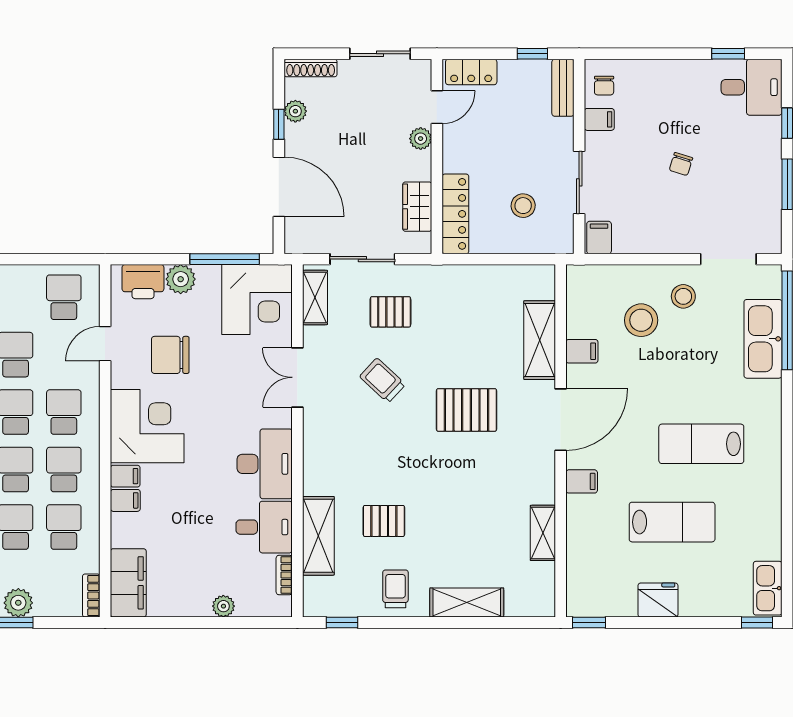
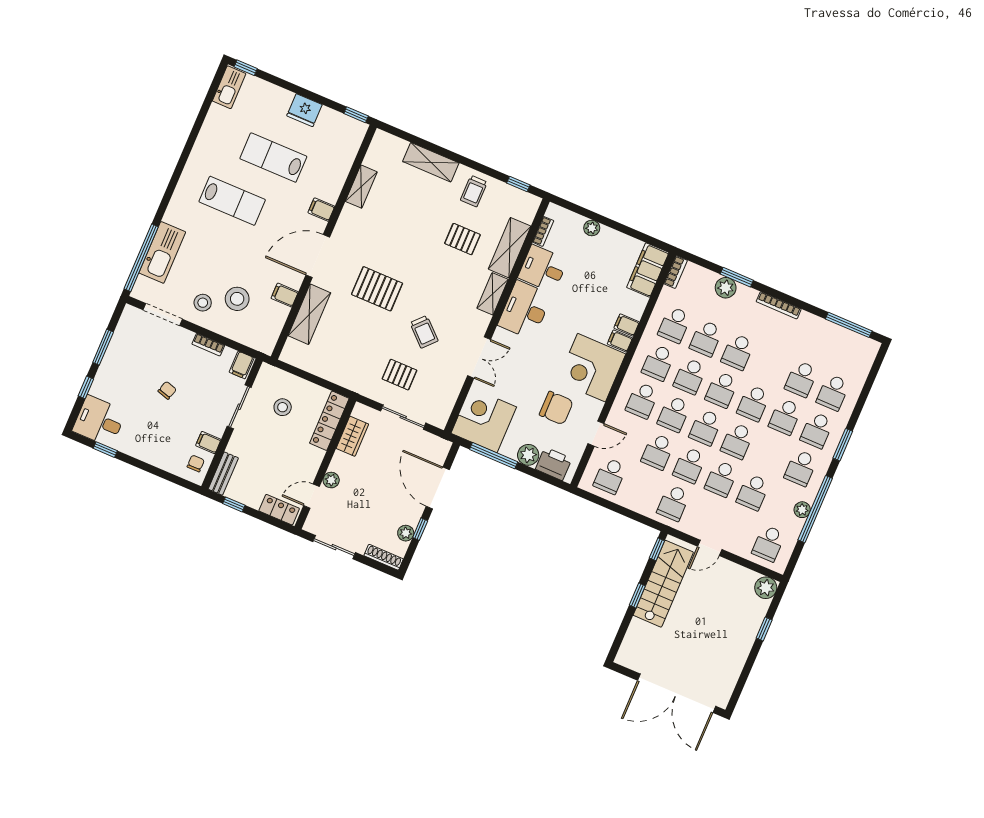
bookcase: (653, 245) -> (208, 345), added
shelving: (315, 297) -> (493, 294), moved

